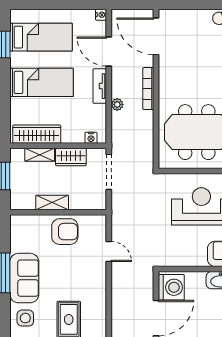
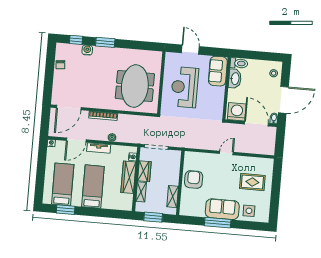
wardrobe: (37, 134) -> (128, 177), moved
shelving: (52, 202) -> (173, 197), moved
door: (109, 251) -> (226, 153), moved

